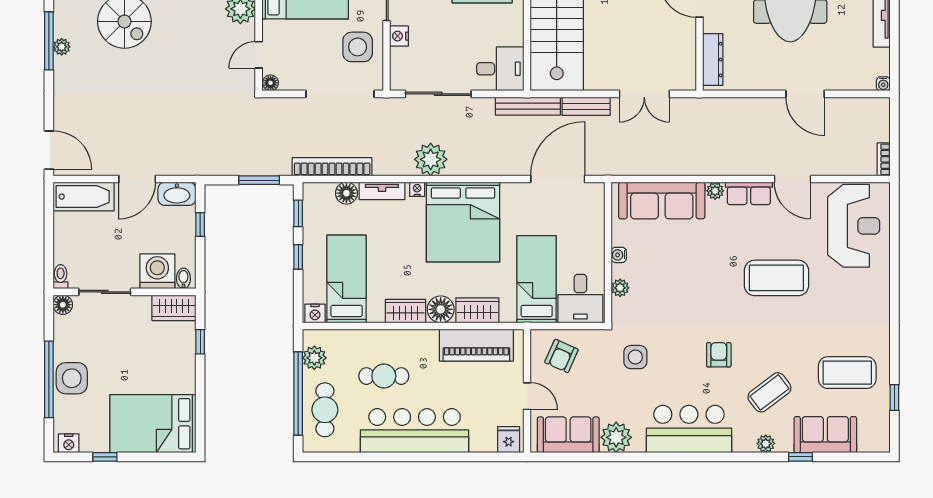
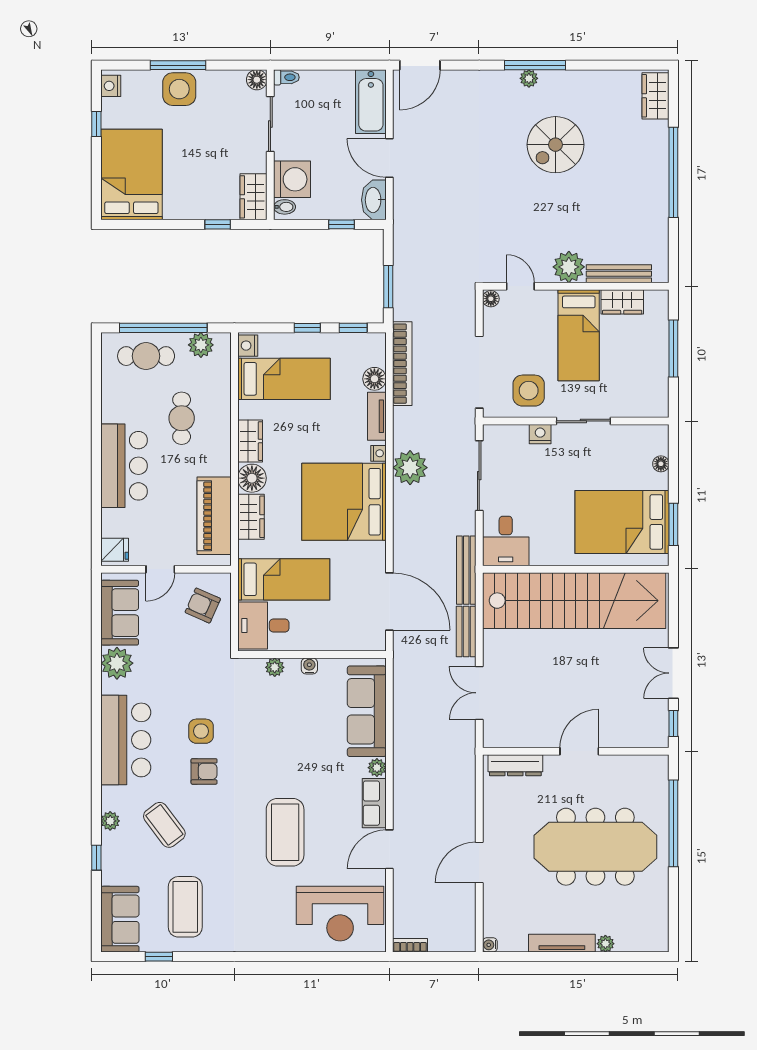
side table: (635, 357) -> (201, 731), moved
window: (49, 379) -> (178, 65), width x0.68
bar counter: (415, 431) -> (124, 466), width x0.73
sofa: (825, 435) -> (120, 919), moved

